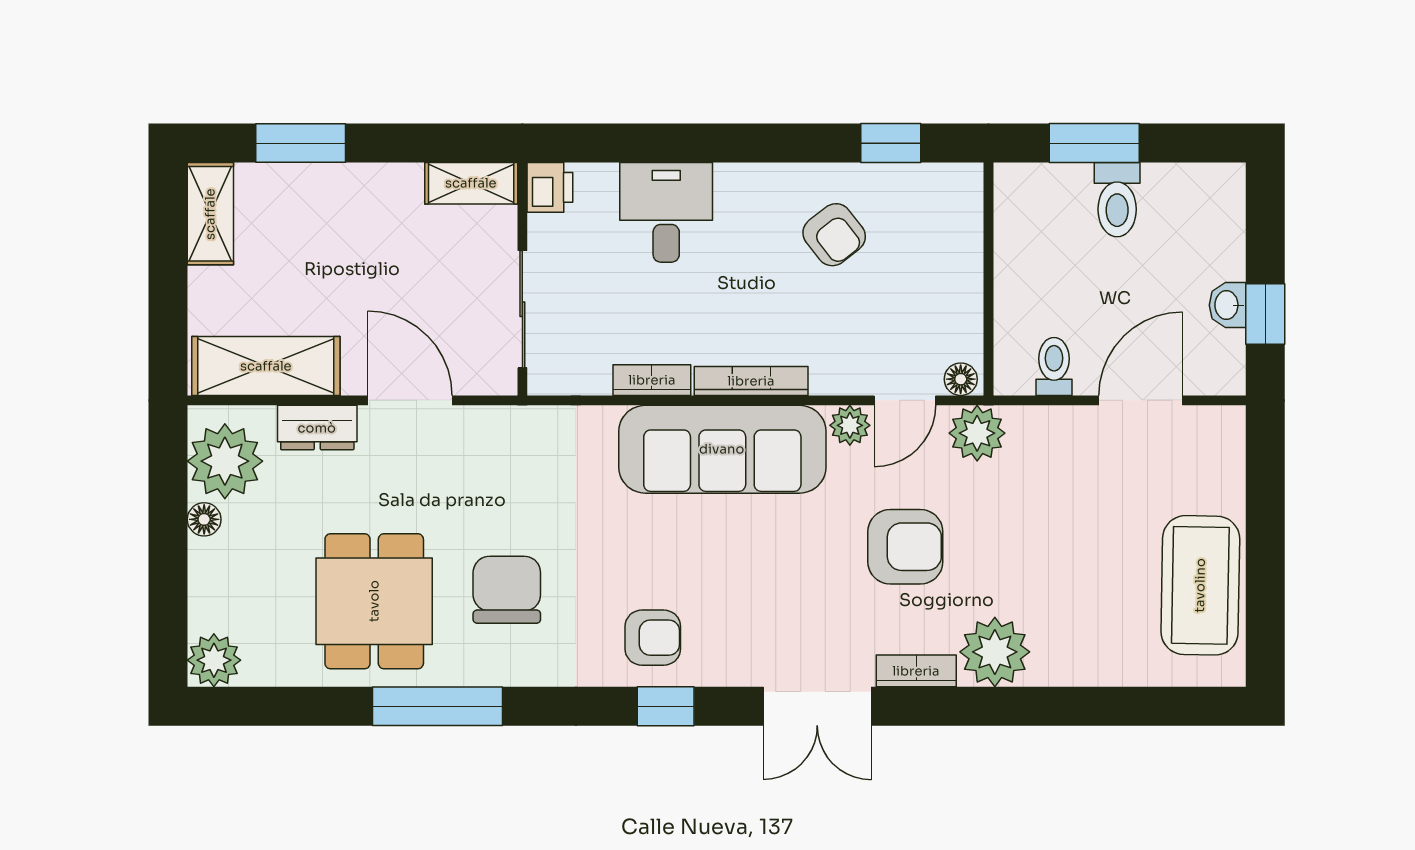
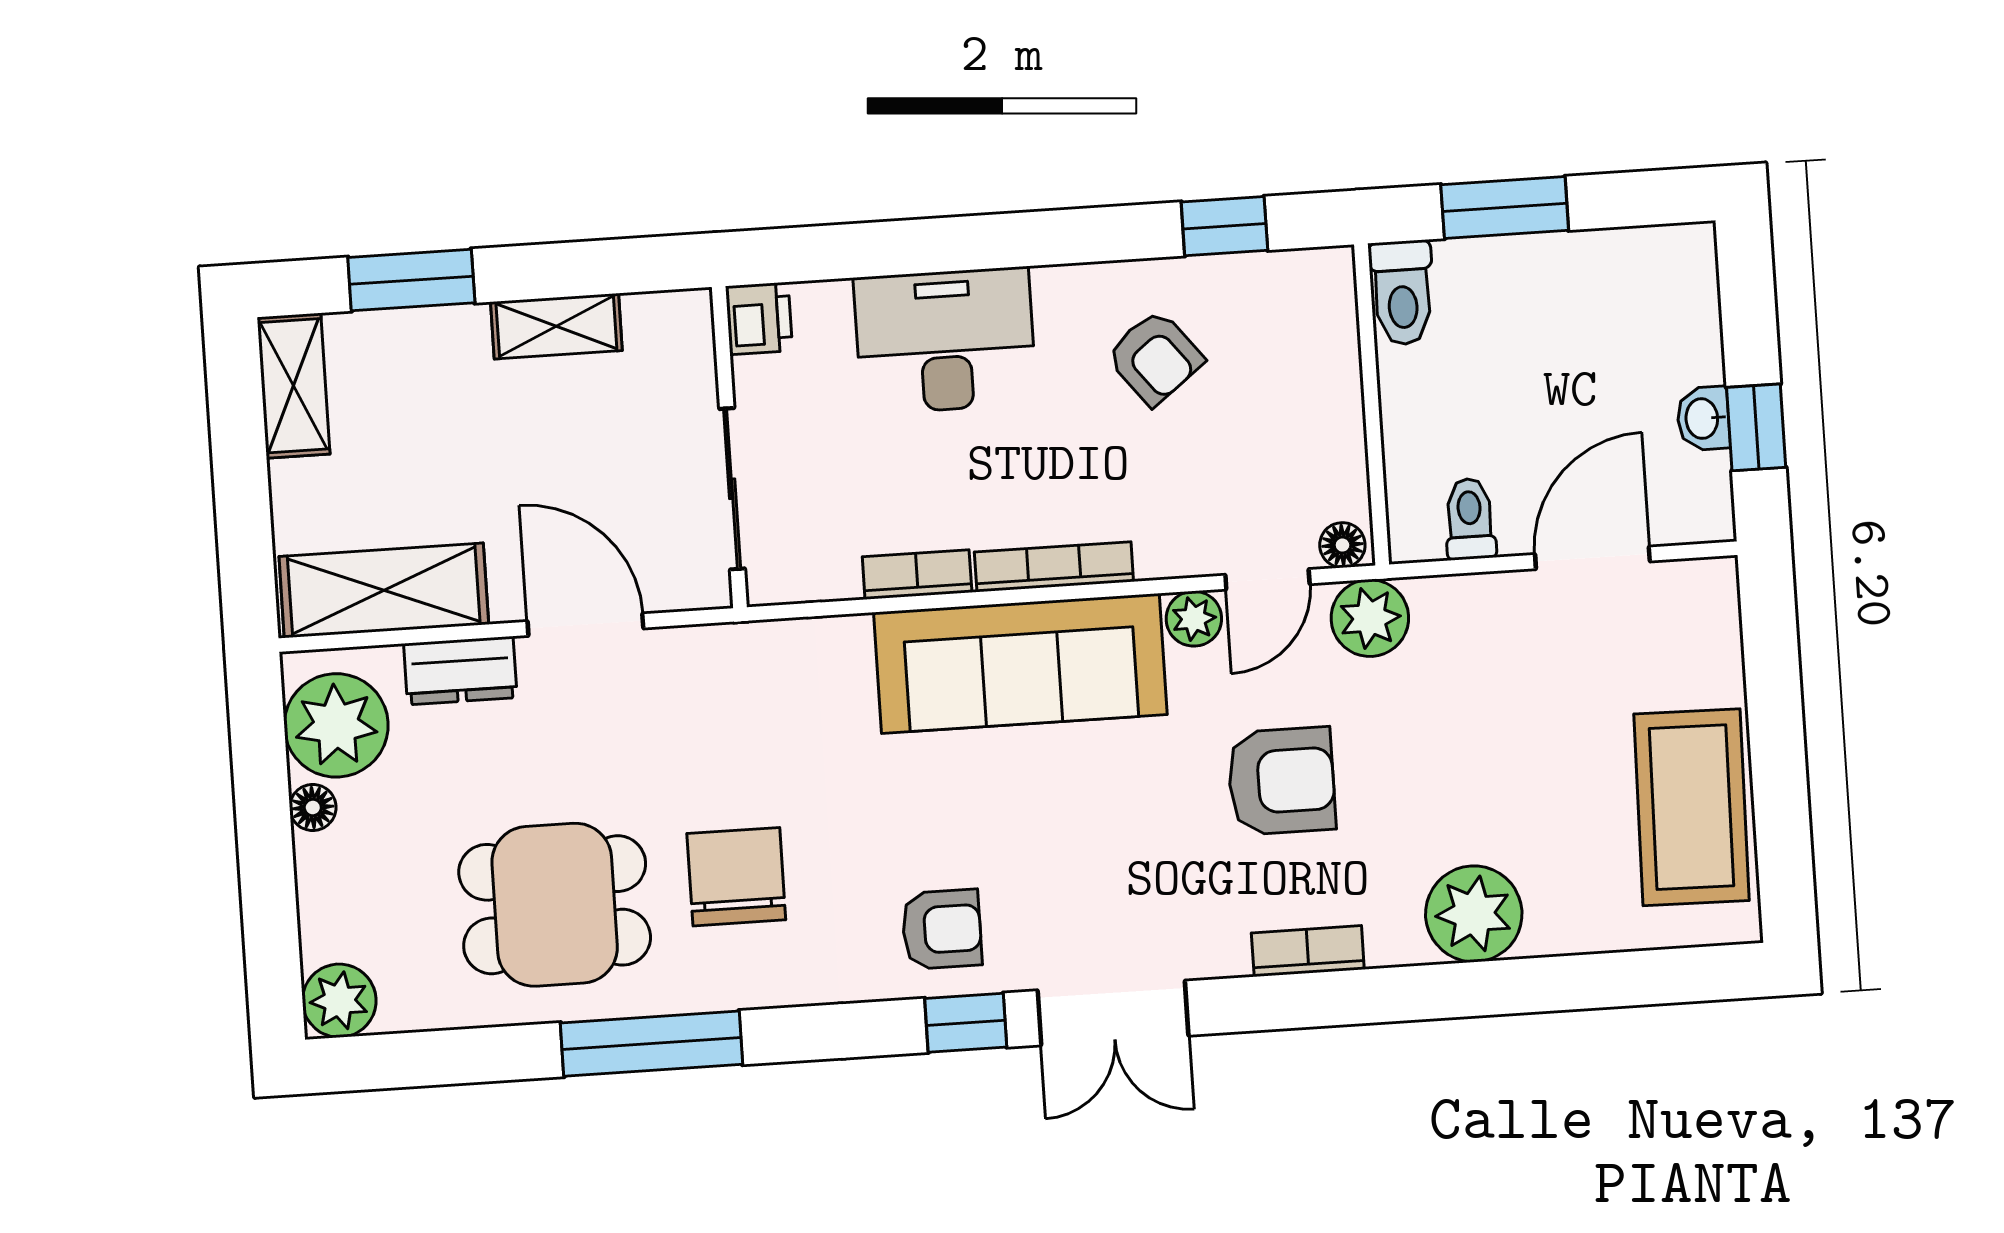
shelving: (471, 183) -> (556, 326), moved
toilet: (1117, 200) -> (1402, 293), moved
desk: (666, 212) -> (945, 341), width x1.37
dining table: (374, 601) -> (555, 905), turned 90
plant: (995, 652) -> (1474, 914), moved
double door: (817, 706) -> (1113, 1013), moved

